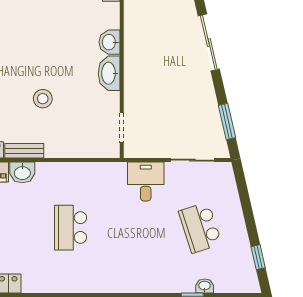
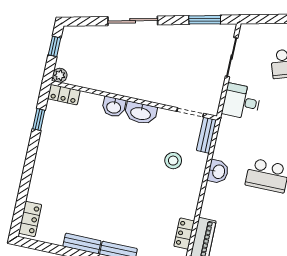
stool: (43, 99) -> (173, 161), moved
bench: (24, 151) -> (206, 135), moved
washbasin: (22, 172) -> (218, 172), moved

